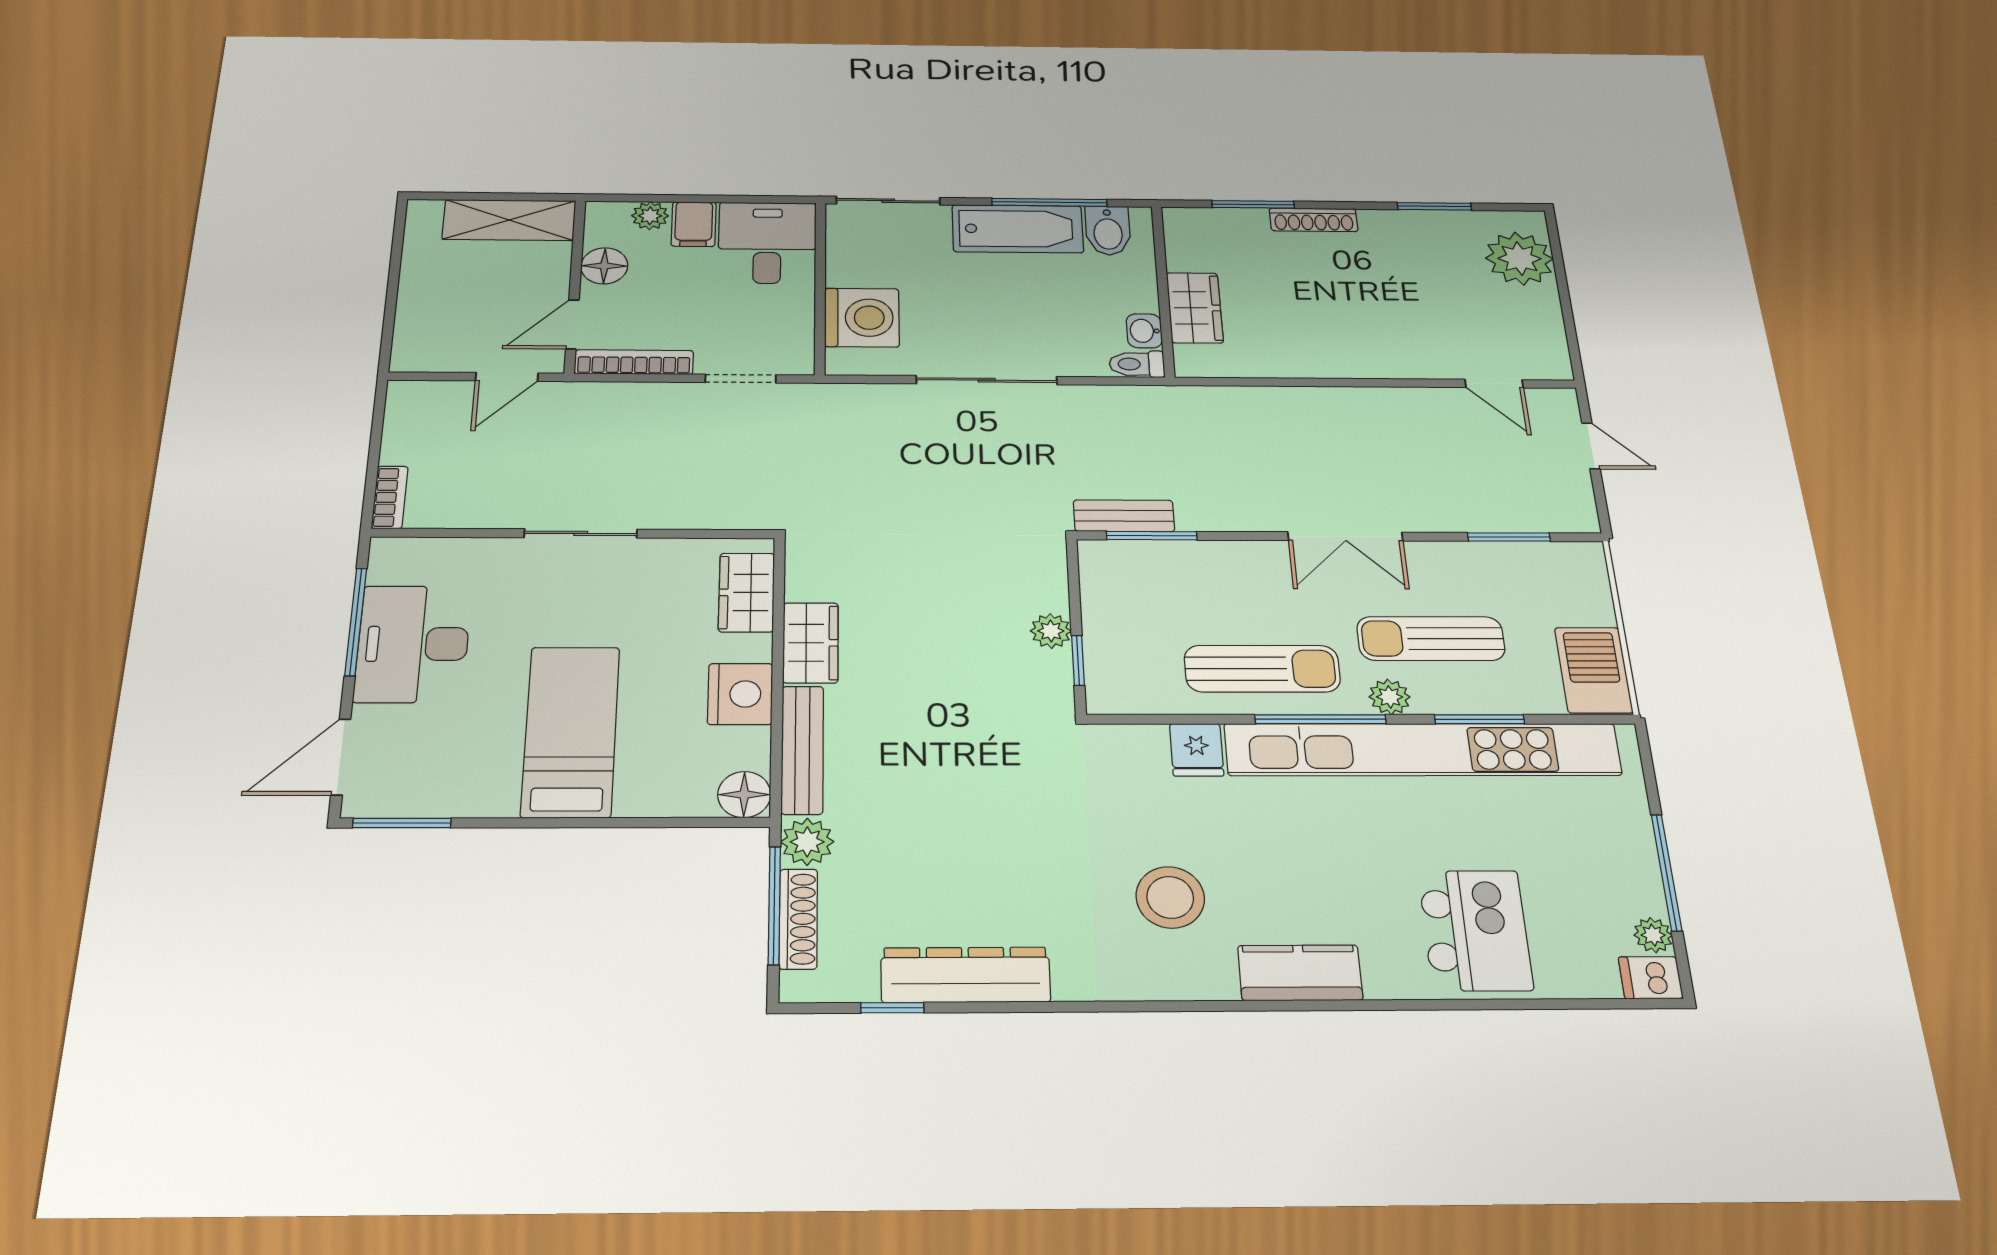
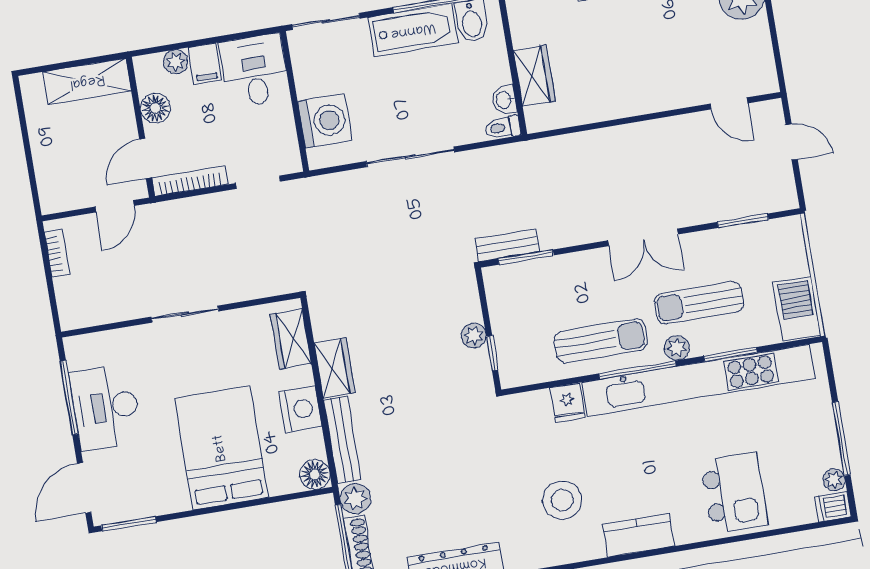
bookcase: (390, 497) -> (57, 253), moved
bed: (571, 731) -> (221, 448), width x1.50

